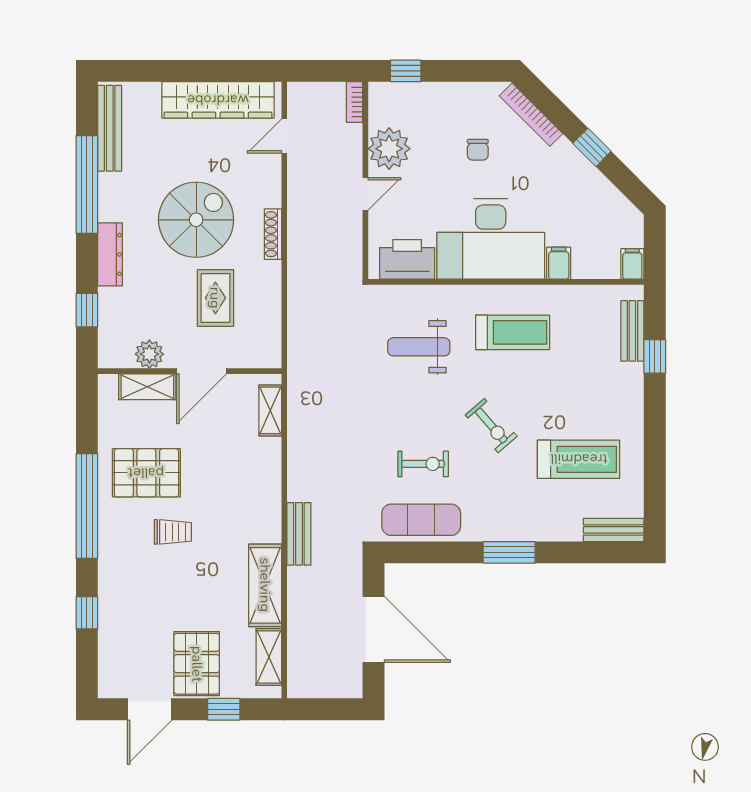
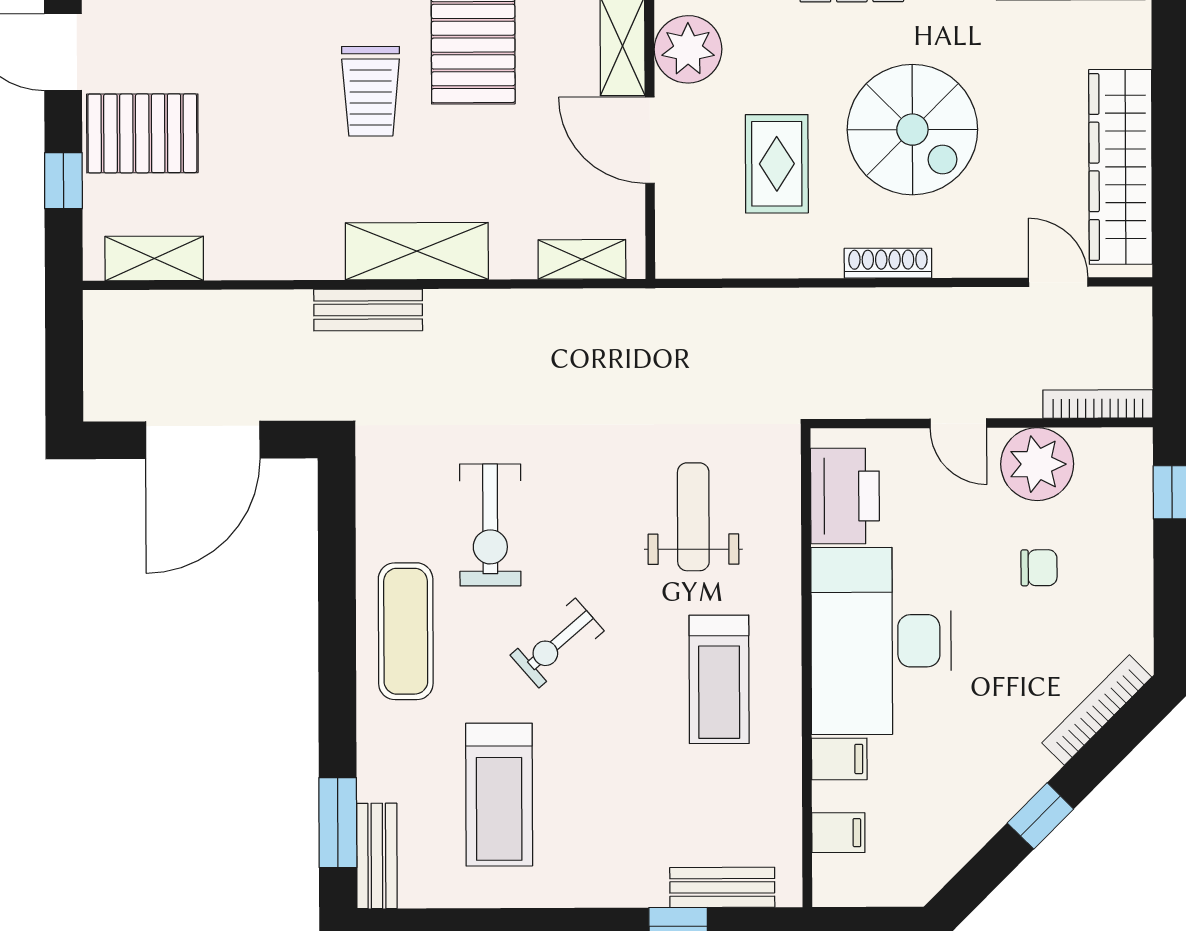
bookcase: (355, 102) -> (1098, 404), width x1.56
chair: (478, 150) -> (1039, 568), moved, turned 180
filing cabinet: (632, 264) -> (838, 833), moved
rug: (215, 298) -> (777, 164), turned 90
plant: (149, 354) -> (688, 49), width x1.36, depth x1.36
exercise bike: (423, 464) -> (490, 525), width x1.38, depth x1.39
exercise mat: (421, 520) -> (406, 631), moved
trolley: (173, 532) -> (371, 91), width x1.36, depth x1.39
window: (509, 552) -> (338, 823), moved
shelving: (265, 585) -> (417, 251), moved

